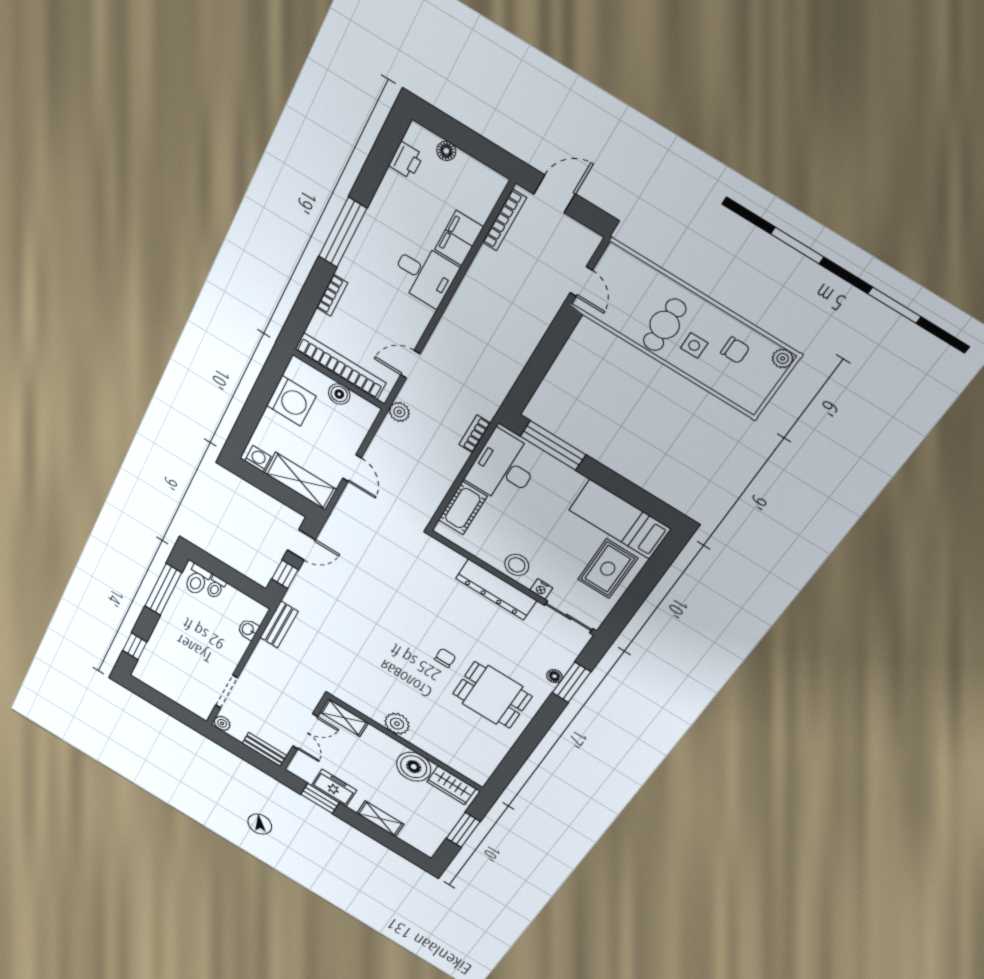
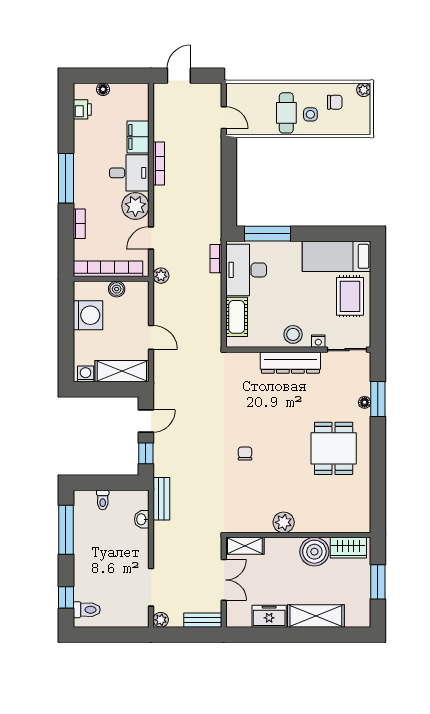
bookcase: (504, 220) -> (159, 163), moved
plant: (411, 317) -> (135, 206), added
toilet: (197, 580) -> (87, 610), moved, turned -90
chair: (445, 658) -> (245, 453), moved
dining table: (492, 695) -> (334, 448), turned 90
window: (320, 798) -> (264, 635), removed
shelving: (380, 819) -> (316, 616), width x1.50, depth x1.33

